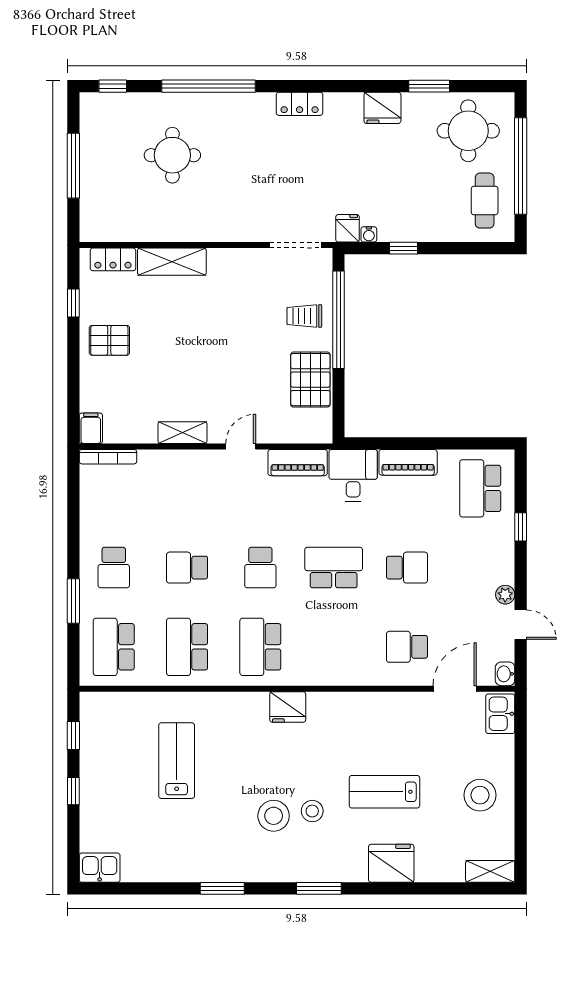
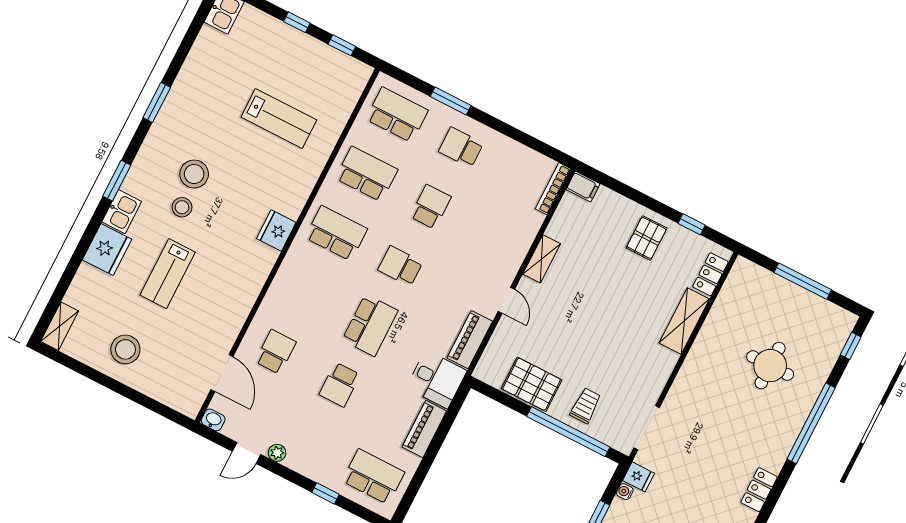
kitchen sink: (500, 714) -> (122, 212), moved, turned 90
lab bench: (384, 792) -> (168, 274), turned 180

